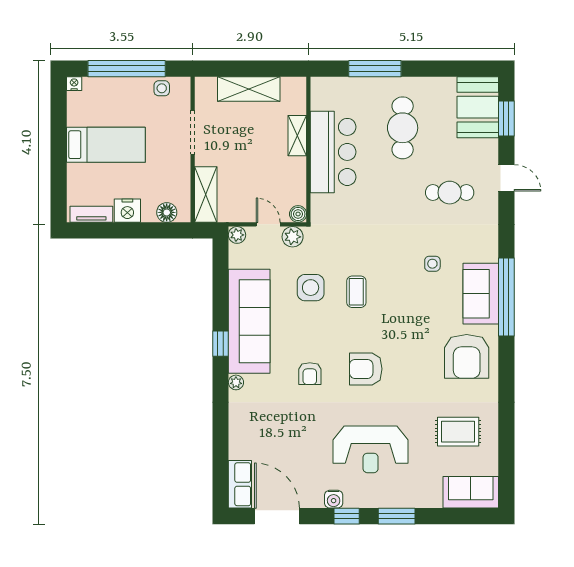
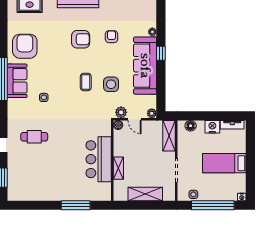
booth: (478, 107) -> (19, 184), removed
cafe table: (403, 128) -> (60, 173), removed

